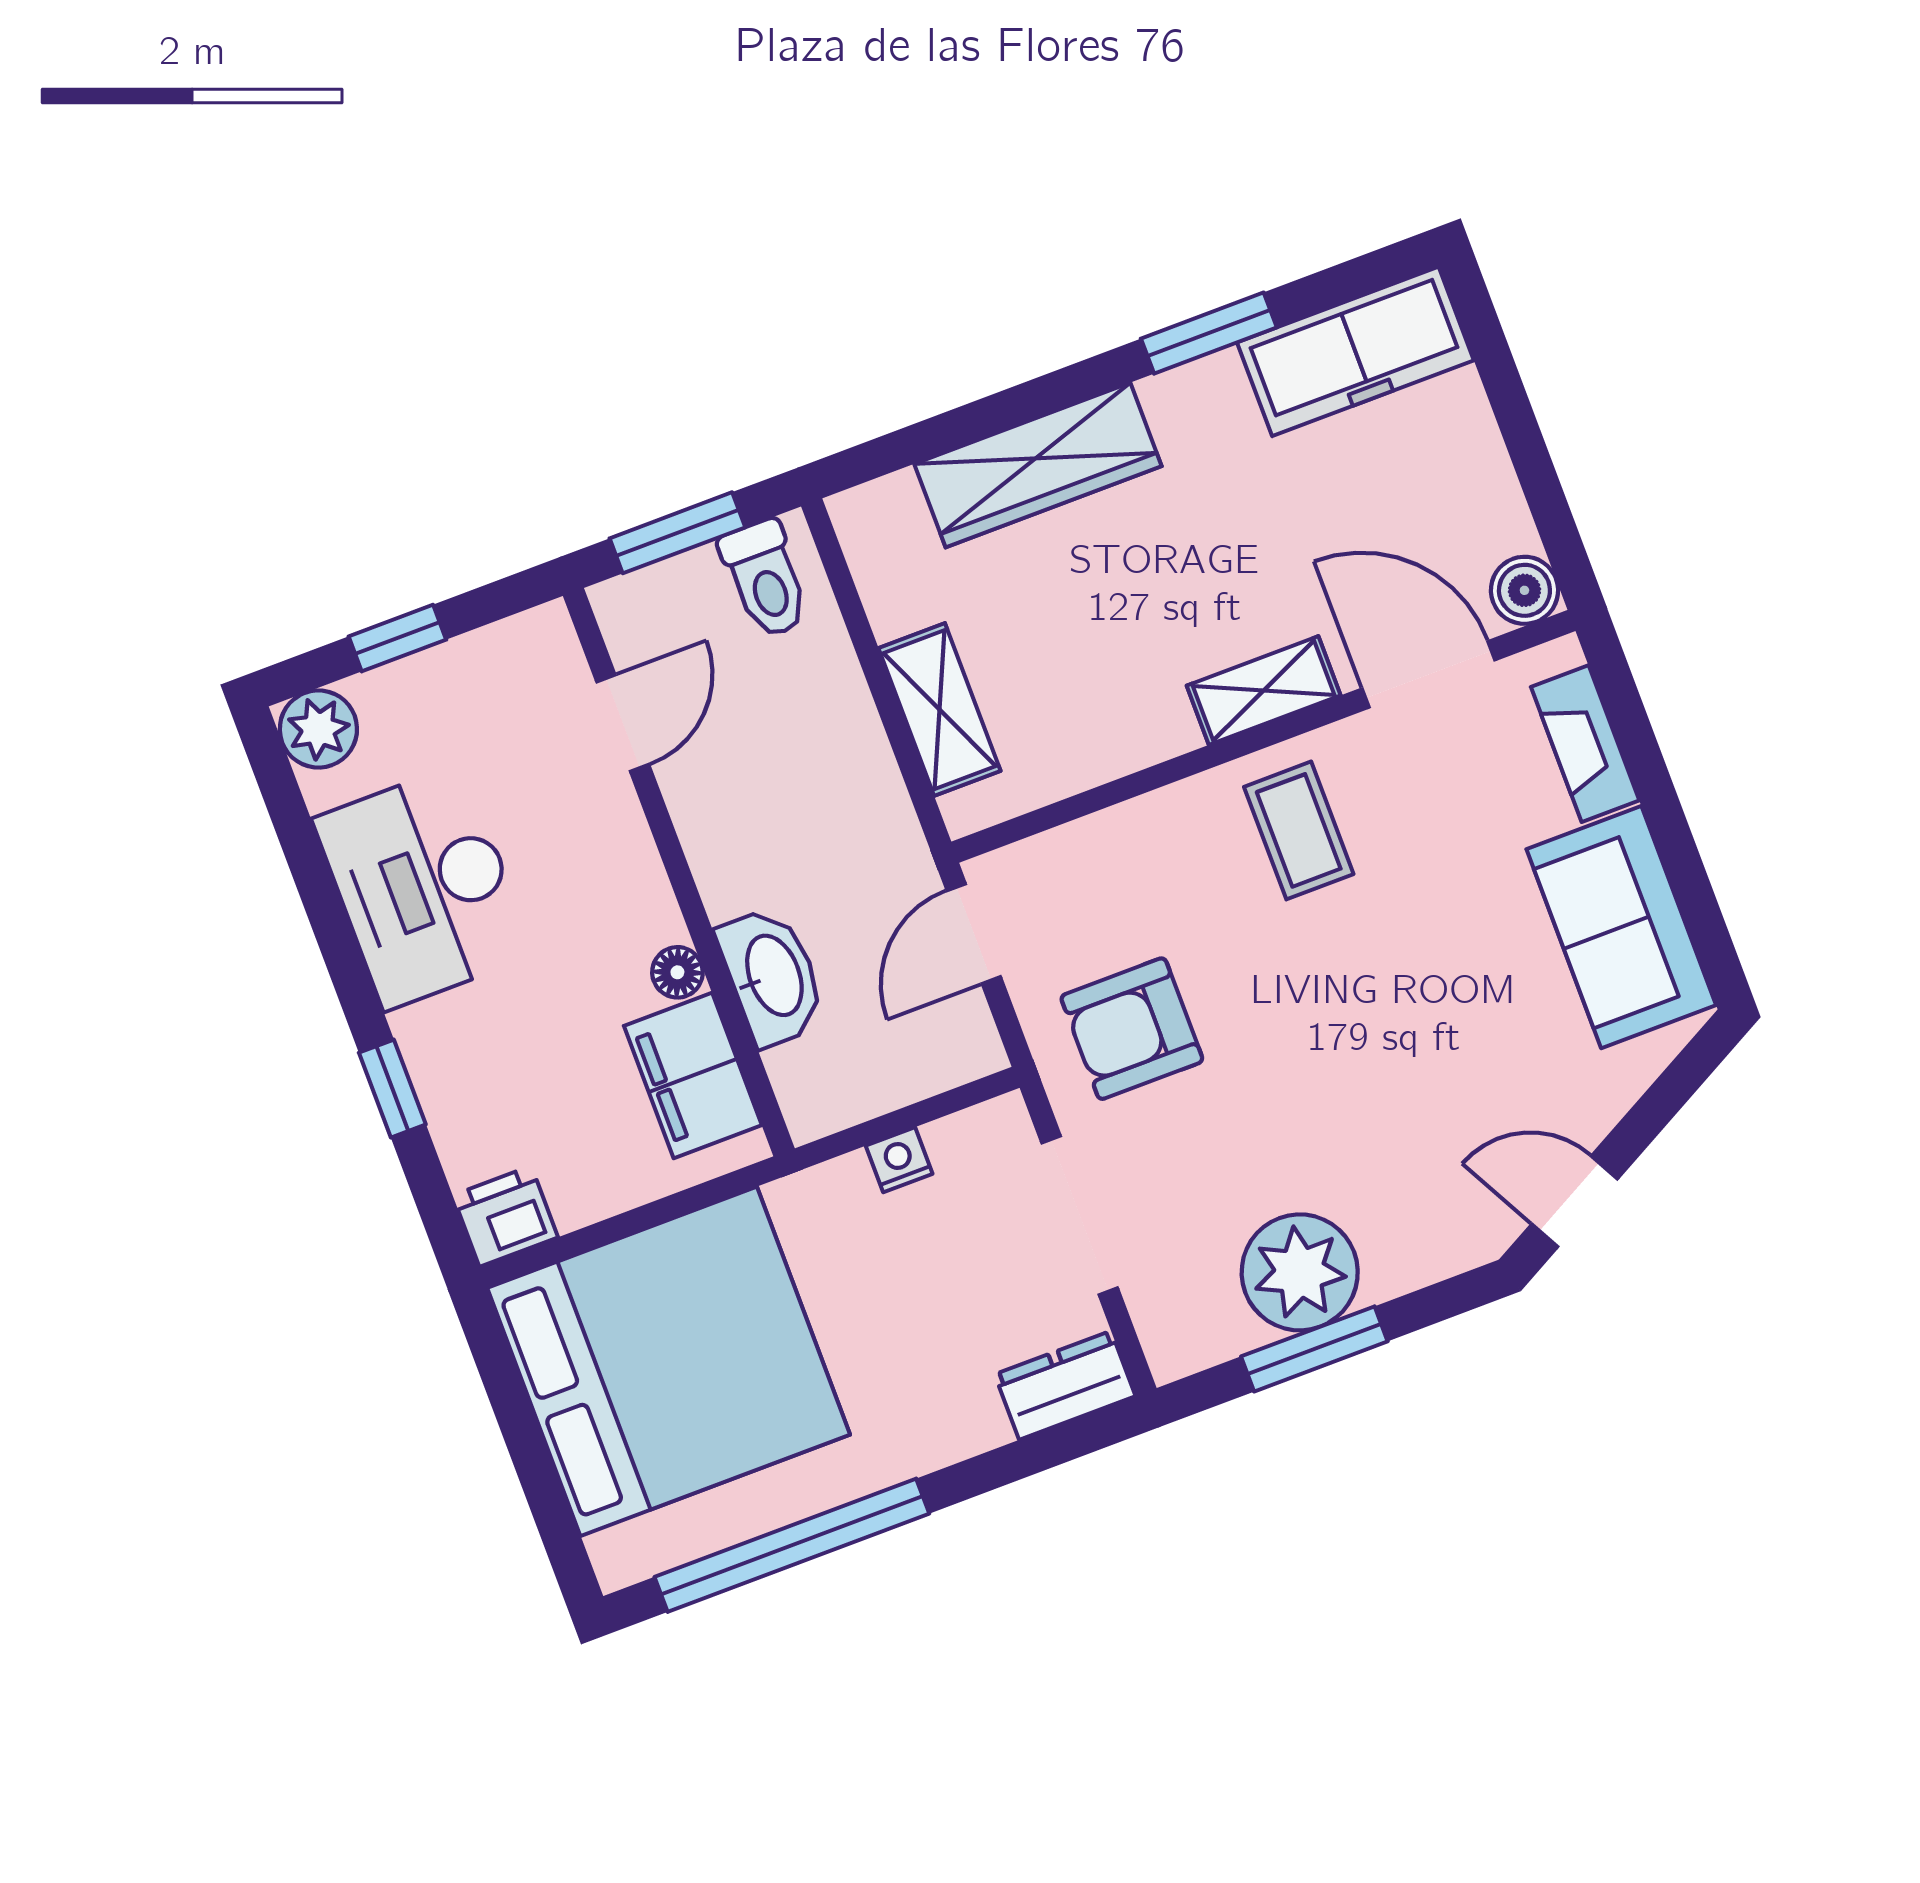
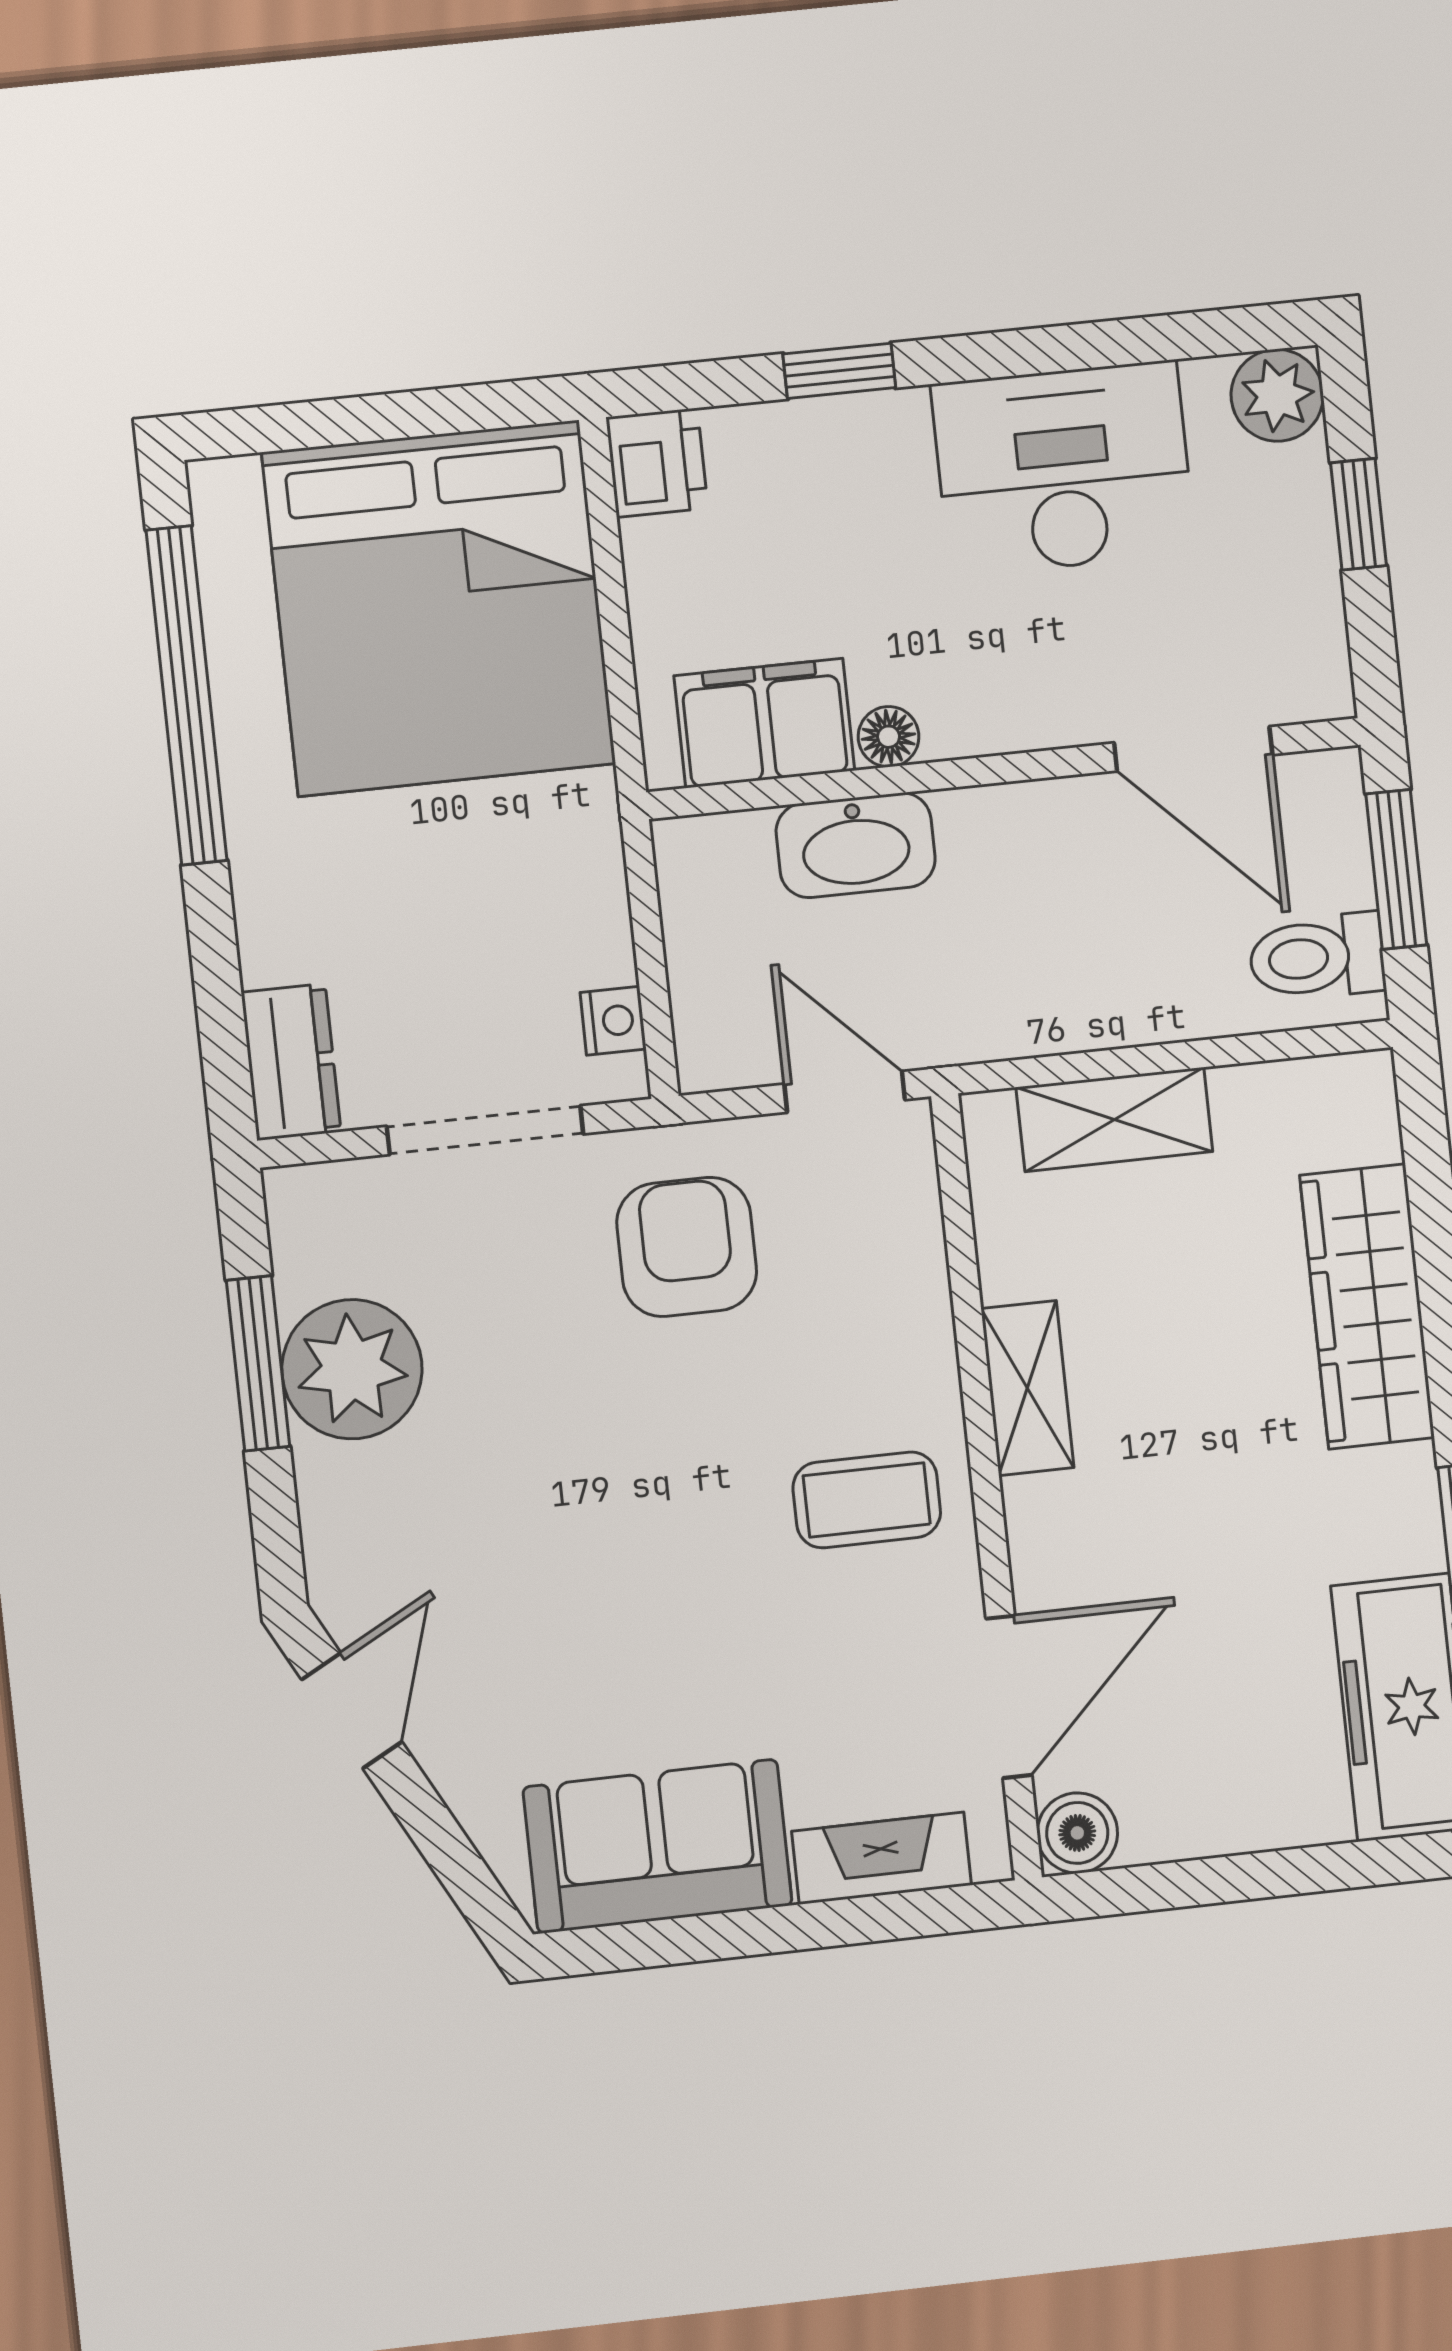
shelving: (1264, 690) -> (1027, 1388), moved
door: (623, 723) -> (1193, 749), width x1.38
nightstand: (899, 1160) -> (613, 1021), moved

